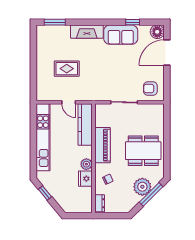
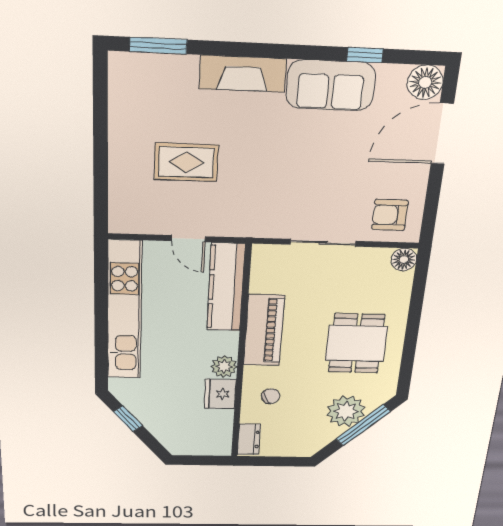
floor lamp: (159, 109) -> (404, 260), added
dining table: (143, 151) -> (356, 343), width x0.73

